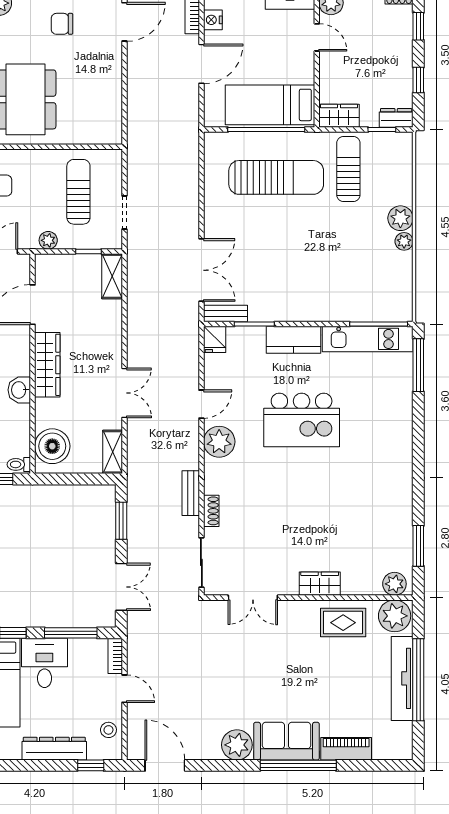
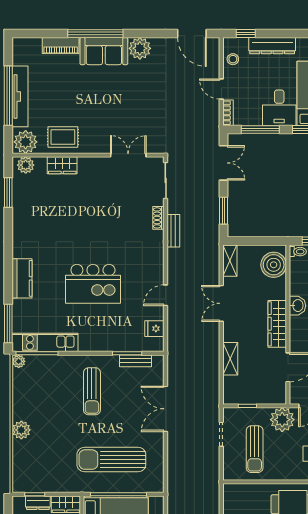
dresser: (396, 118) -> (38, 503), moved
sun lounger: (348, 169) -> (92, 391), moved
plant: (48, 240) -> (282, 420), width x1.88, depth x1.88
plant: (404, 241) -> (19, 361), moved
double door: (201, 270) -> (166, 409), moved
shelving: (112, 276) -> (230, 359), moved
bench: (226, 314) -> (135, 361), moved
fridge: (215, 339) -> (154, 329), moved, turned -90
kitchen counter: (293, 340) -> (22, 278), moved, turned 90
kitchen island: (302, 420) -> (93, 284), turned 180
plant: (219, 442) -> (153, 268), removed
wardrobe: (320, 584) -> (62, 165), moved
double door: (121, 587) -> (224, 163), swing flipped

